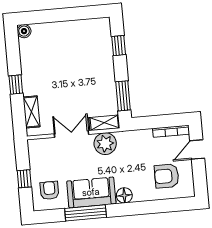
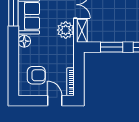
window: (123, 96) -> (112, 47), moved
armchair: (167, 176) -> (36, 75), turned 90

